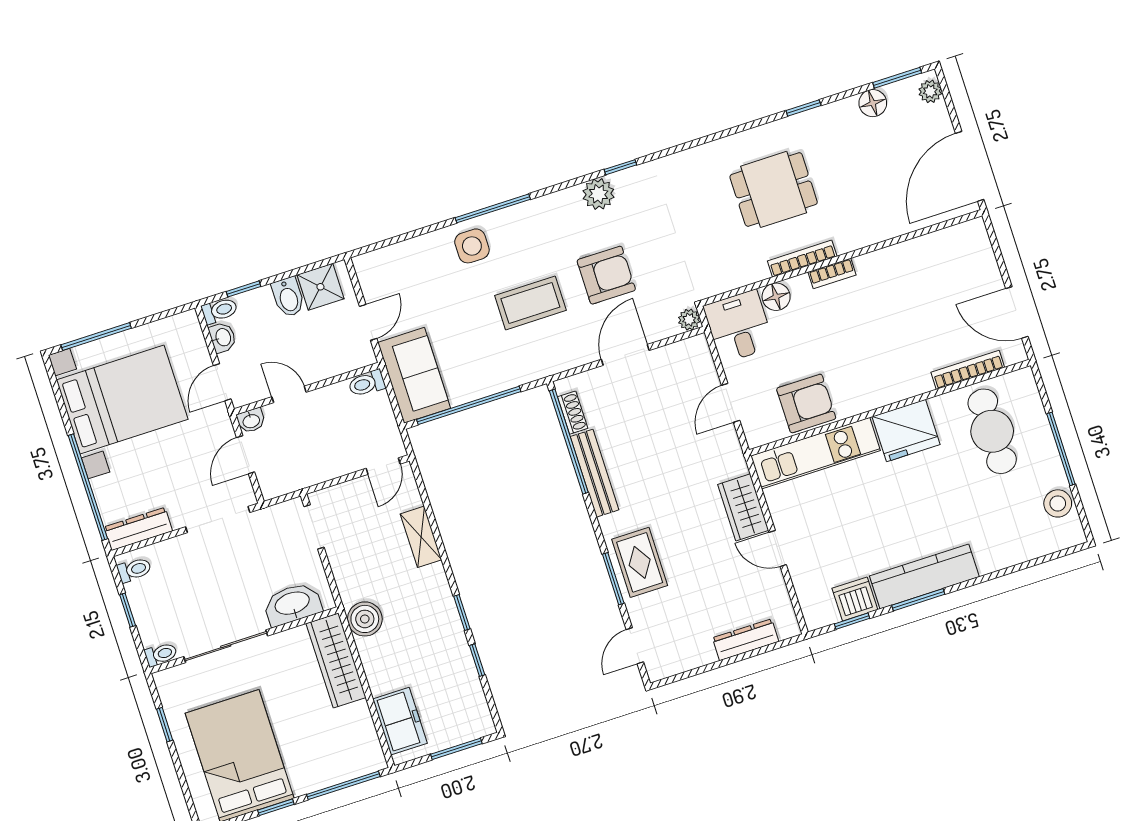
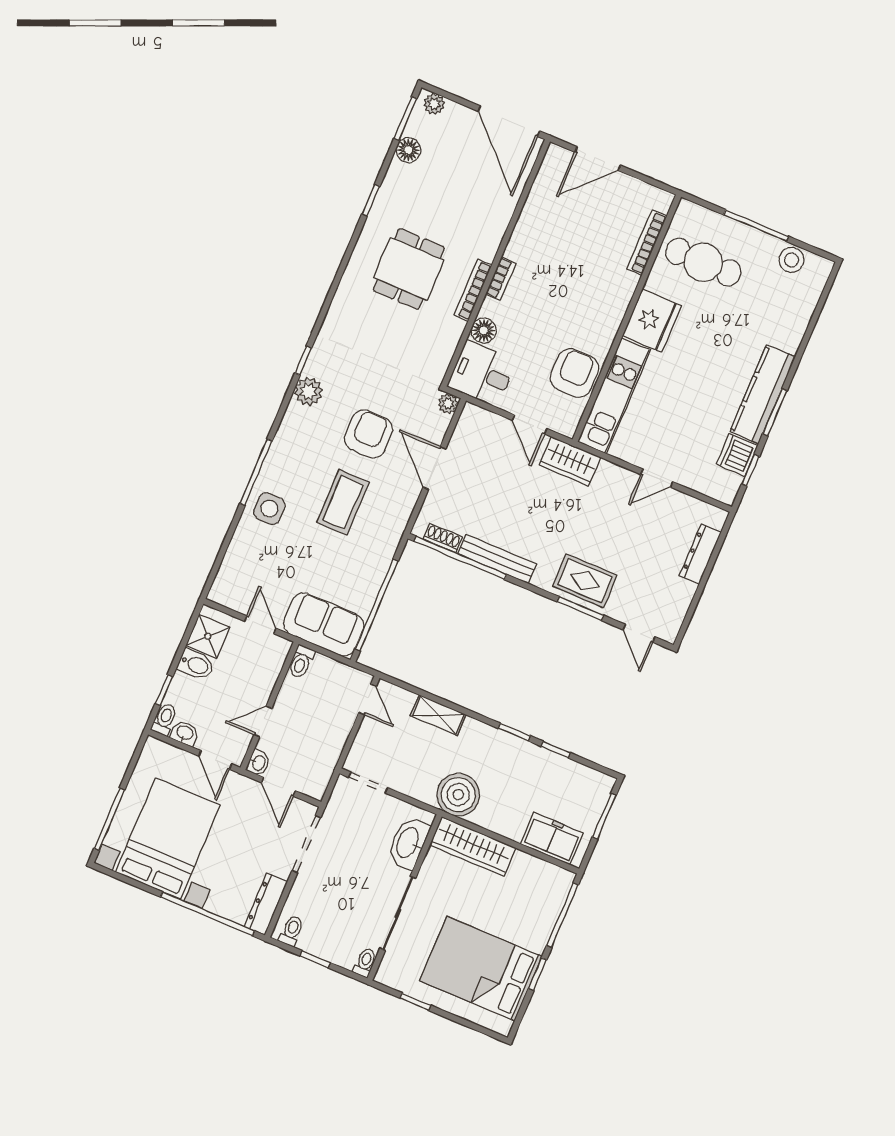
door: (1017, 312) -> (598, 159), moved
wardrobe: (743, 507) -> (570, 461), moved
boiler: (365, 619) -> (458, 795), width x1.37, depth x1.37

